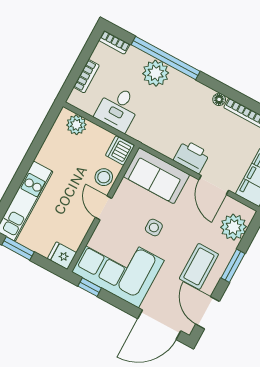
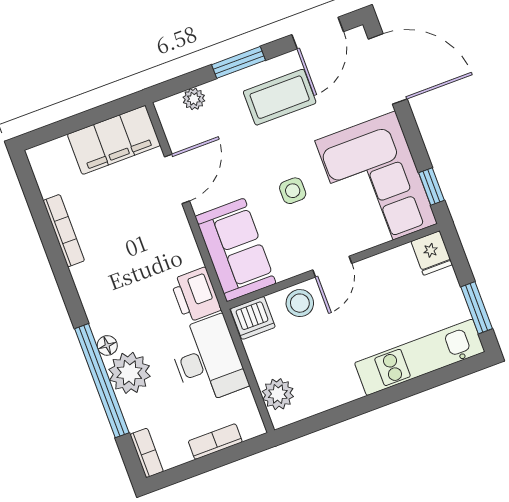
floor lamp: (219, 99) -> (107, 345), moved
desk: (118, 109) -> (208, 360), width x1.37
printer: (192, 157) -> (196, 295), moved
plant: (233, 227) -> (194, 99), width x0.53, depth x0.53

